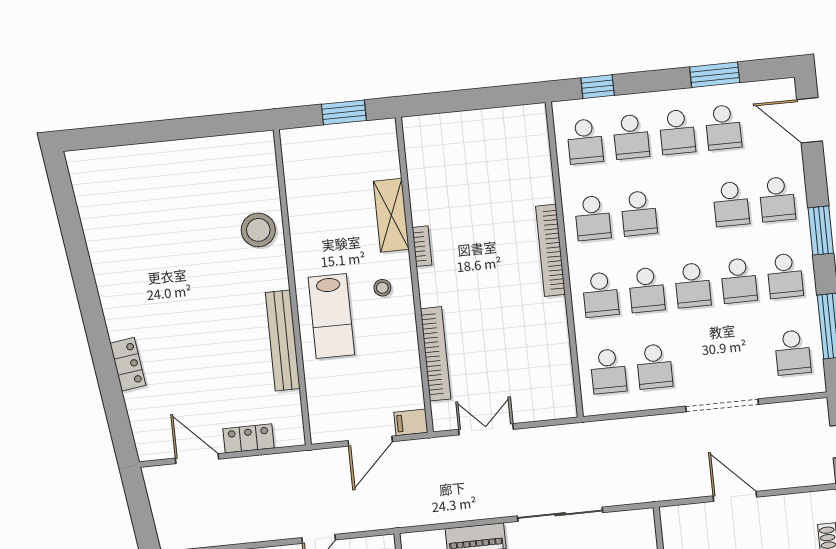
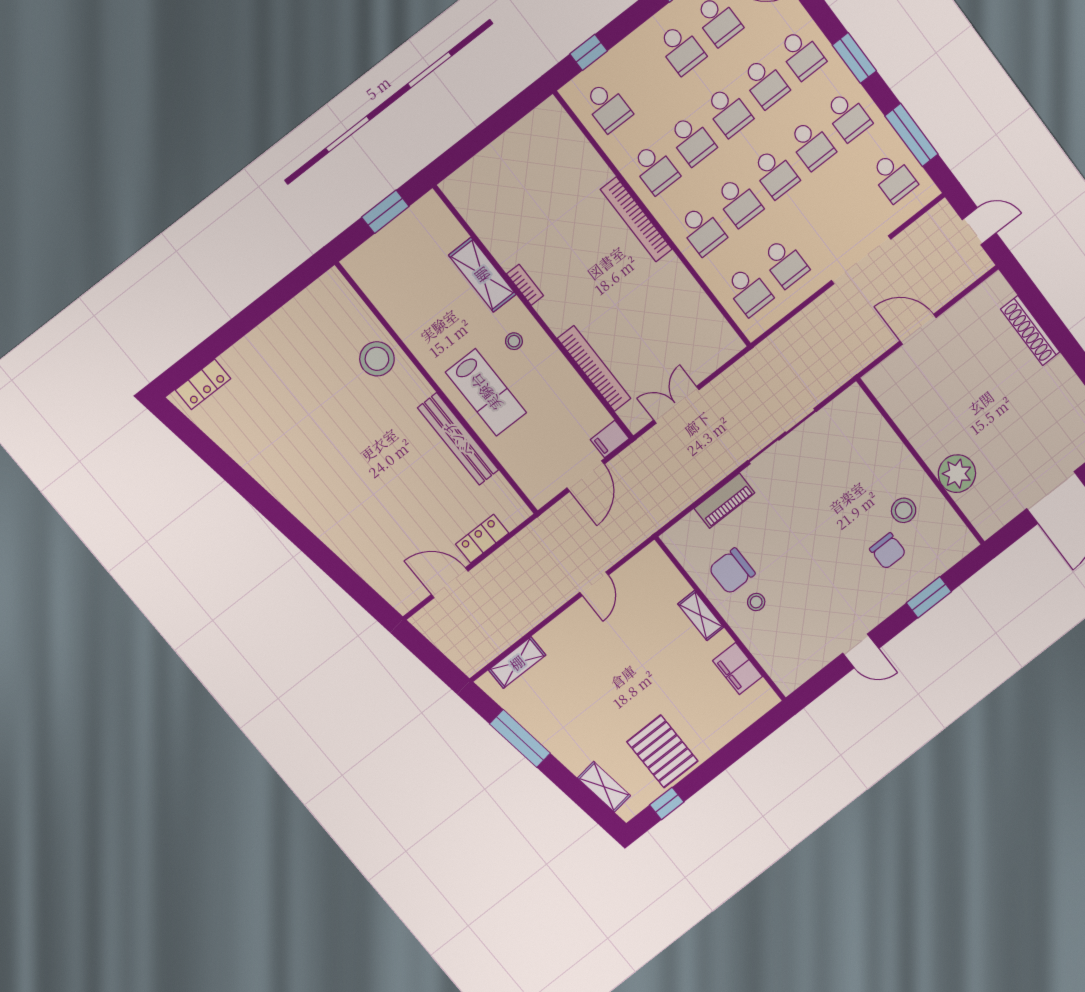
school desk: (631, 137) -> (728, 112), moved
locker: (128, 364) -> (203, 384), moved, turned 98

